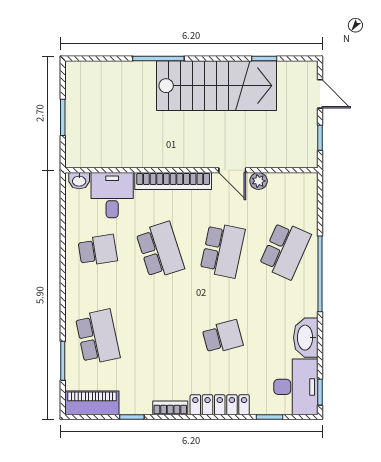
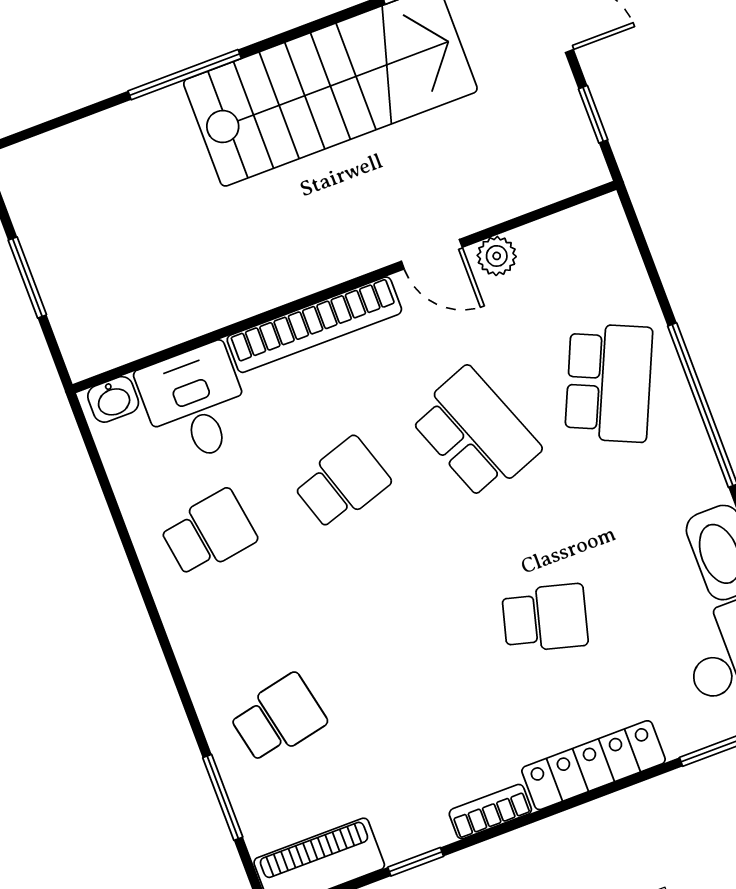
school desk: (160, 250) -> (342, 483), width x0.54
school desk: (223, 250) -> (475, 433), turned -33
school desk: (98, 337) -> (278, 718), width x0.54
school desk: (223, 337) -> (545, 618), turned 30

